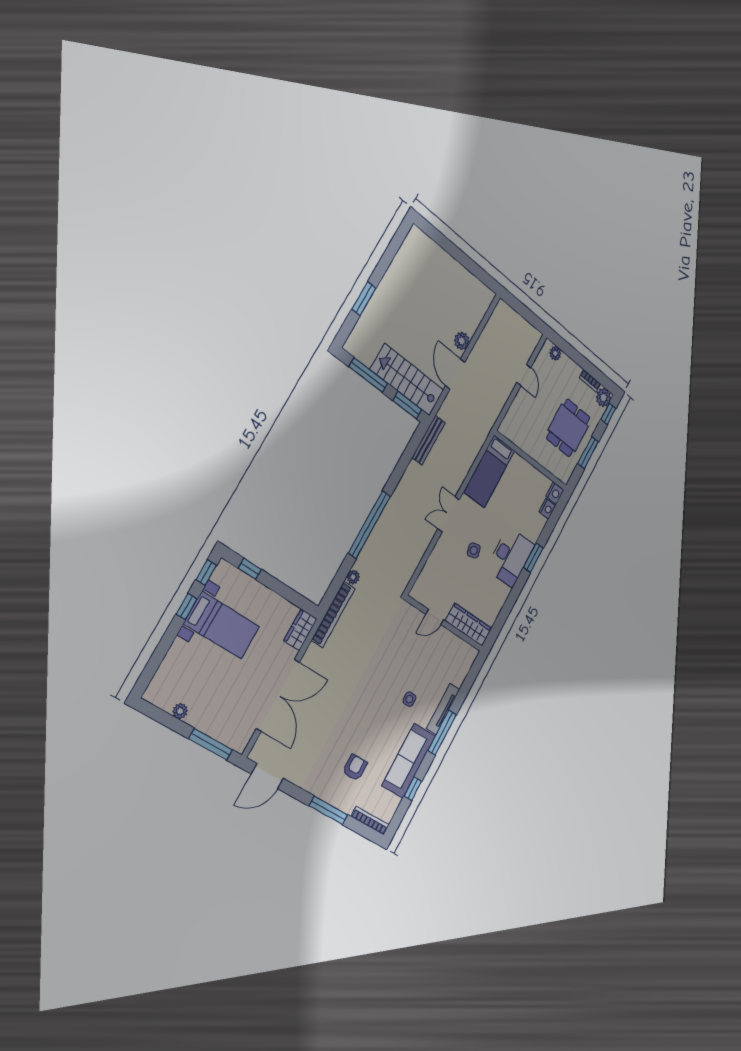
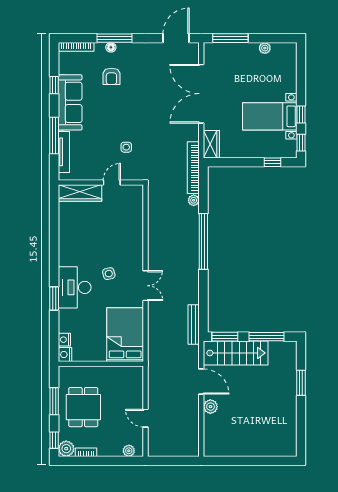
bed: (489, 471) -> (125, 335), width x1.50
door: (435, 617) -> (112, 182), moved
wall: (444, 624) -> (101, 182), moved
wardrobe: (469, 625) -> (80, 193), moved
side table: (409, 699) -> (126, 147), moved
floor lamp: (337, 802) -> (111, 47), added

